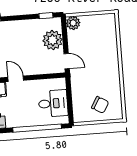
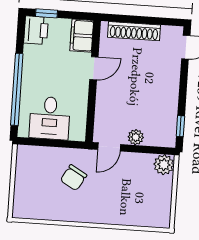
plant: (53, 40) -> (136, 137), width x0.53, depth x0.53
chair: (100, 105) -> (74, 178), moved

